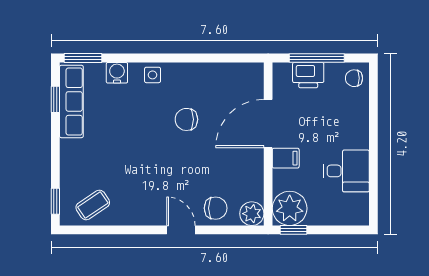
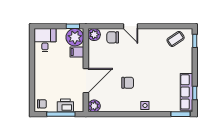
water cooler: (117, 73) -> (163, 107), removed
plant: (252, 74) -> (94, 106), added
filing cabinet: (286, 158) -> (77, 52), moved
desk: (346, 171) -> (45, 40), moved, turned 90

